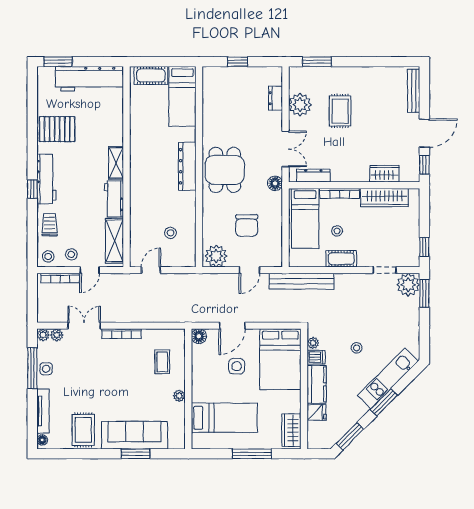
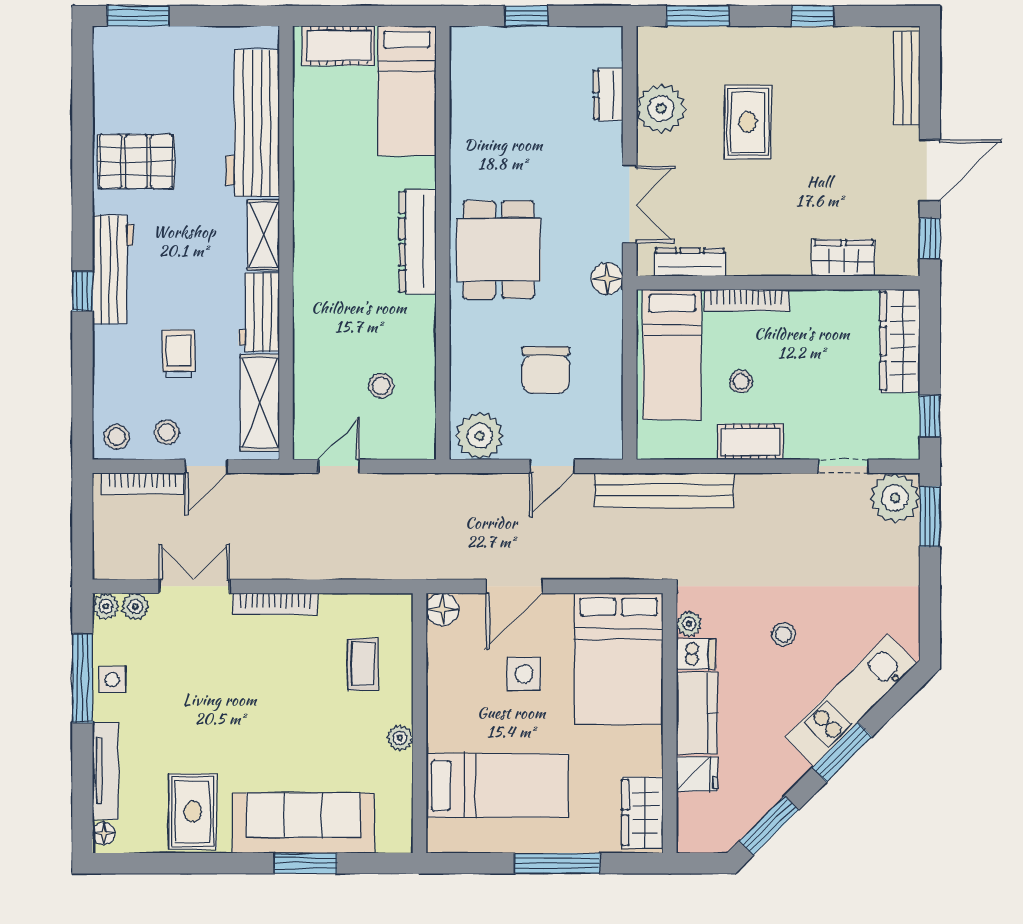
window: (370, 62) -> (812, 16), added
workbench: (89, 79) -> (253, 123), moved, turned 90
wardrobe: (384, 198) -> (900, 341), moved, turned 90
trolley: (50, 225) -> (178, 354), moved

